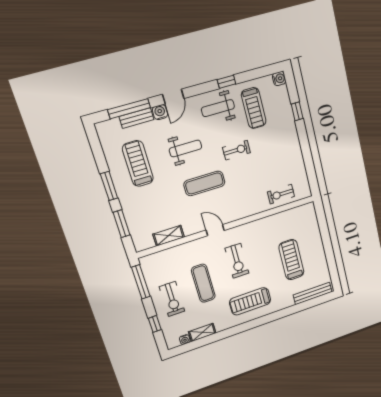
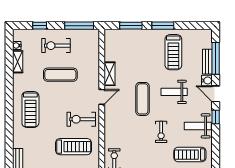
window: (226, 82) -> (216, 117), moved
weight bench: (218, 108) -> (198, 126), turned -90
weight bench: (186, 148) -> (174, 92), turned 90
treadmill: (138, 164) -> (173, 52), turned 90
shelving: (169, 236) -> (110, 74), moved
treadmill: (291, 260) -> (73, 147), moved
exercise bike: (237, 261) -> (81, 119), moved
treadmill: (250, 301) -> (30, 109), turned 180

